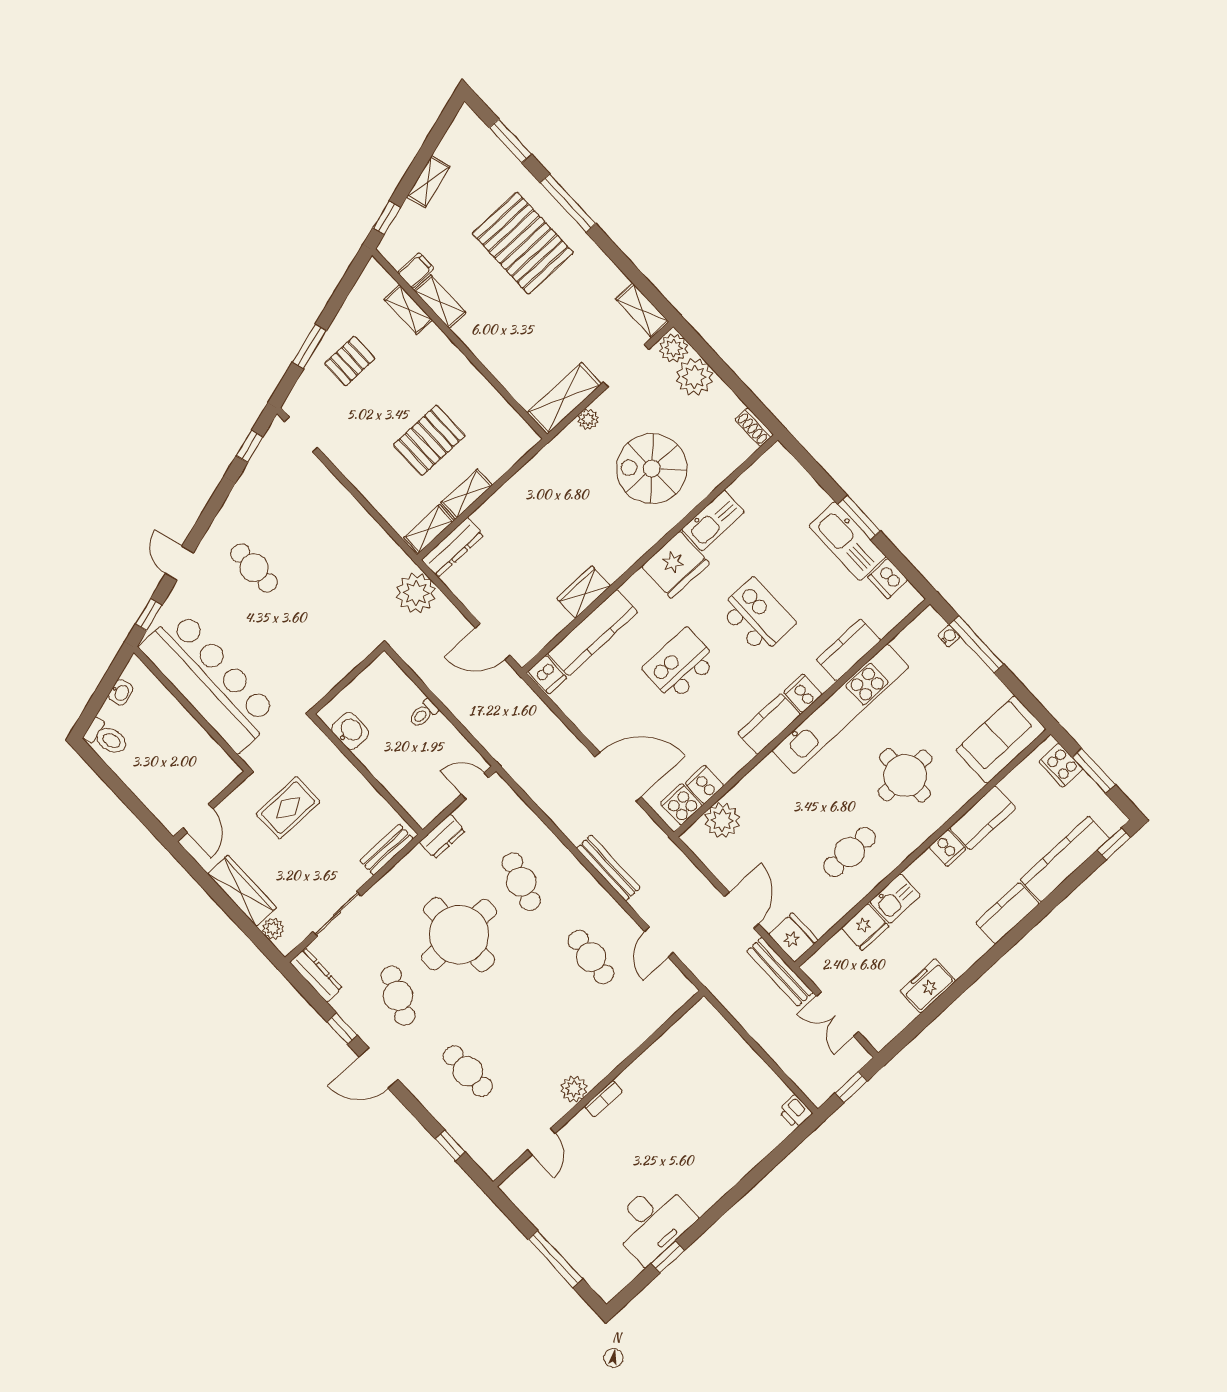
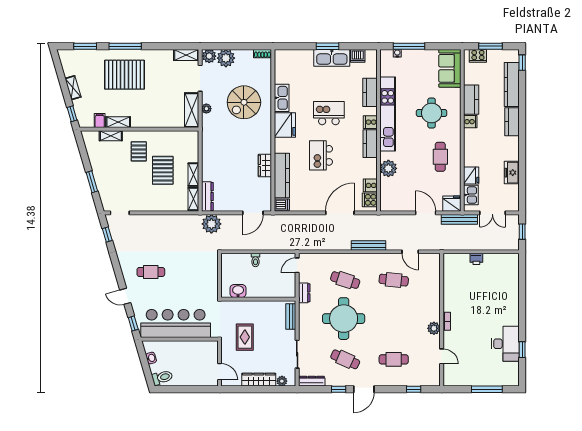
pallet: (350, 361) -> (139, 151), moved
plant: (722, 820) -> (388, 168), moved
kitchen sink: (895, 899) -> (471, 195), moved
printer: (795, 1112) -> (476, 259), moved

